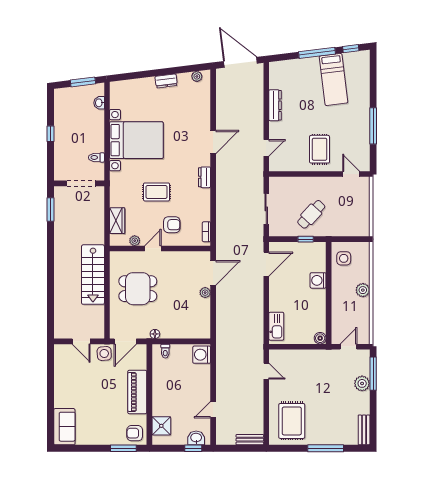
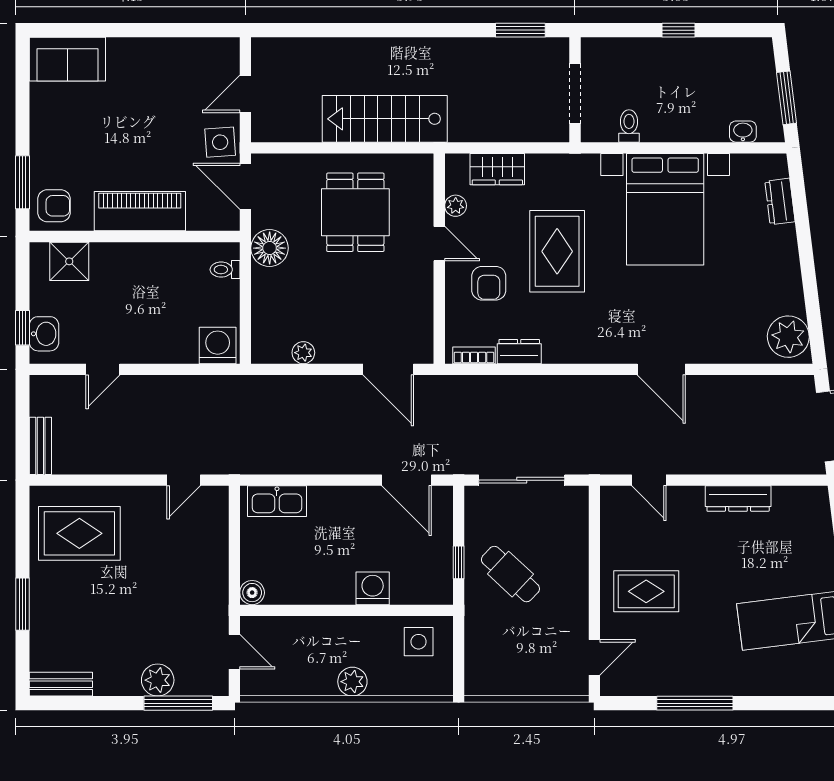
plant: (197, 76) -> (788, 337), width x1.87, depth x1.87
dresser: (166, 81) -> (780, 201), moved
dresser: (205, 177) -> (519, 352), moved
rug: (156, 192) -> (557, 251), width x1.36, depth x1.43
sliding door: (266, 209) -> (522, 480), width x1.37
plant: (205, 293) -> (303, 353), moved
floor lamp: (155, 334) -> (270, 248), width x1.89, depth x1.89
door: (213, 410) -> (103, 369), swing flipped
armchair: (135, 433) -> (54, 206), turned 90
window: (326, 448) -> (23, 604), width x0.69

